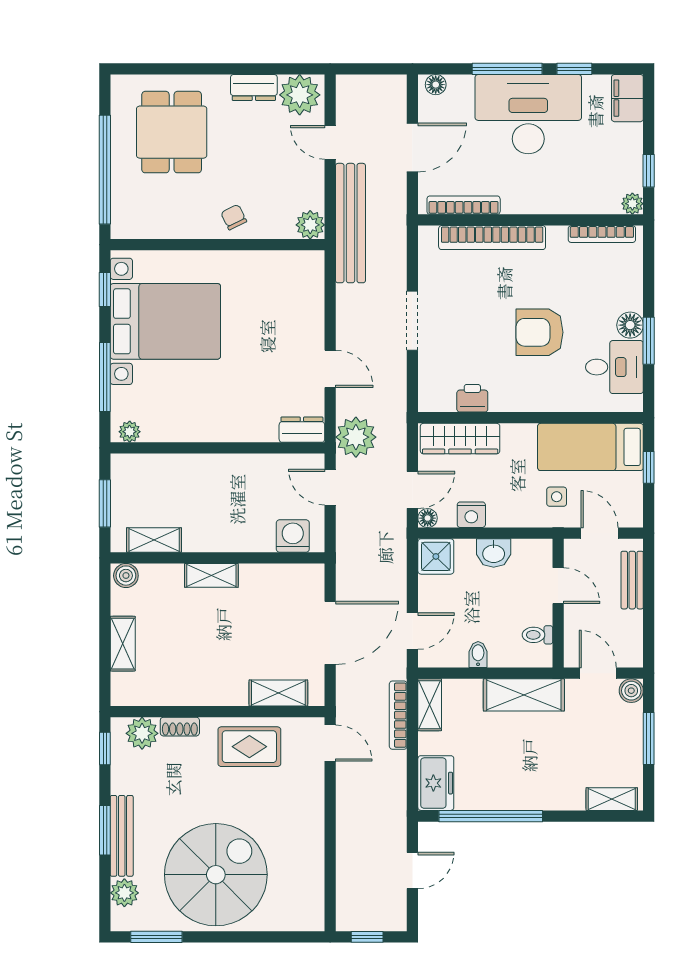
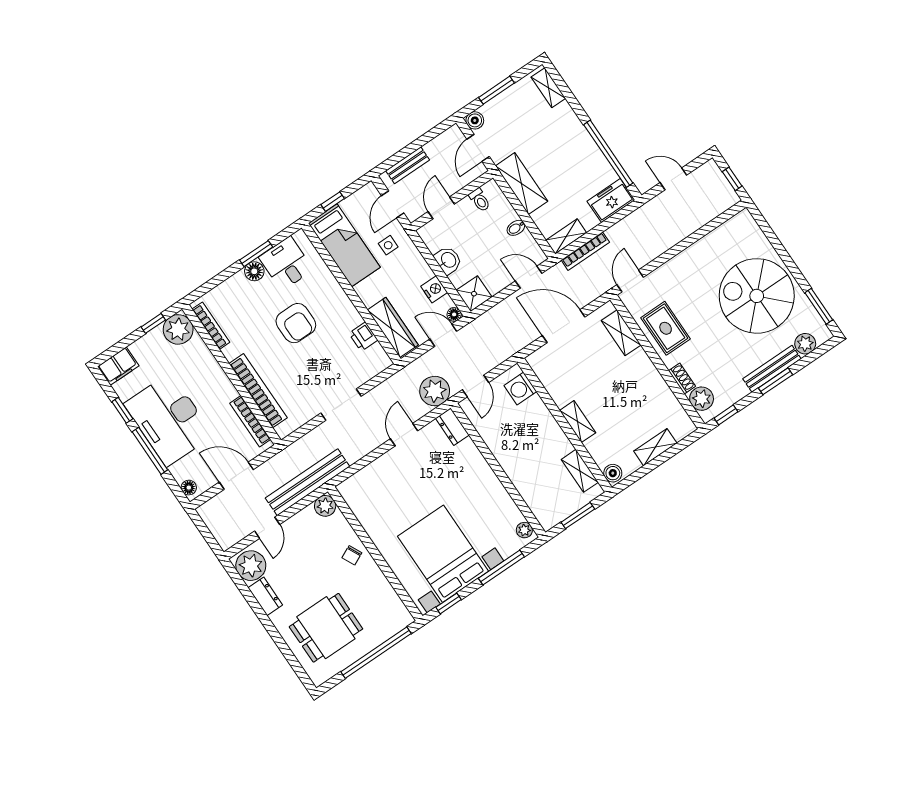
plant: (632, 204) -> (178, 329), width x1.88, depth x1.88

